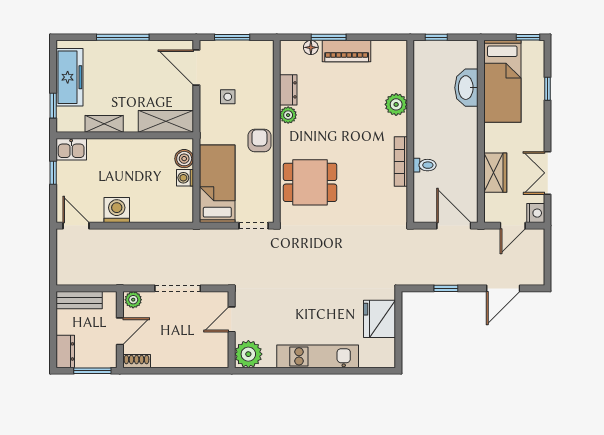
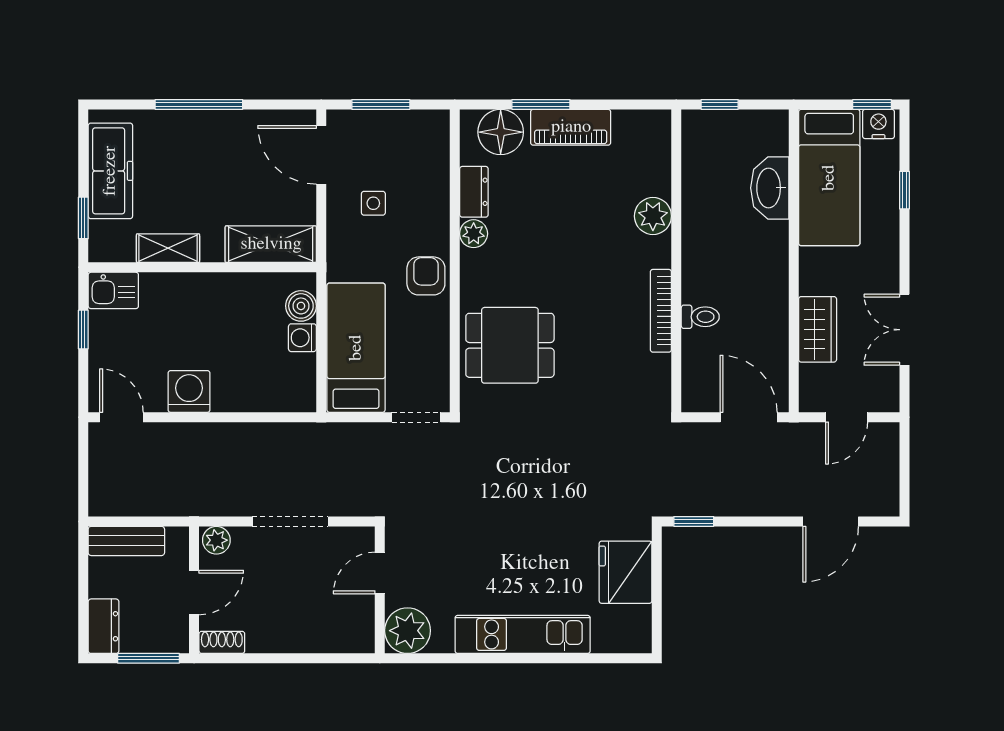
floor lamp: (311, 47) -> (501, 132), width x1.89, depth x1.89
nightstand: (536, 213) -> (878, 124), moved, turned -90
window: (446, 288) -> (694, 521), moved

